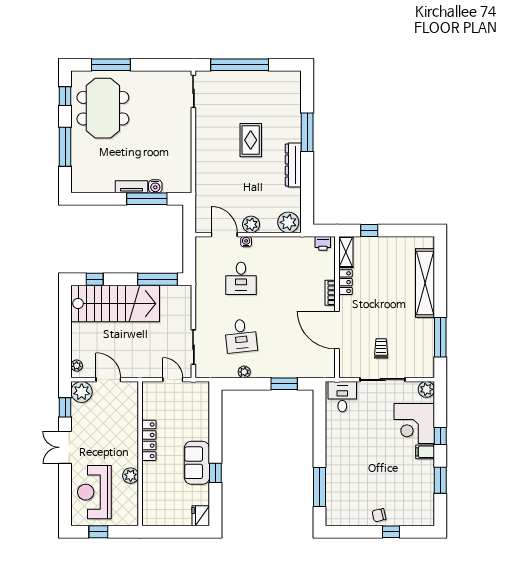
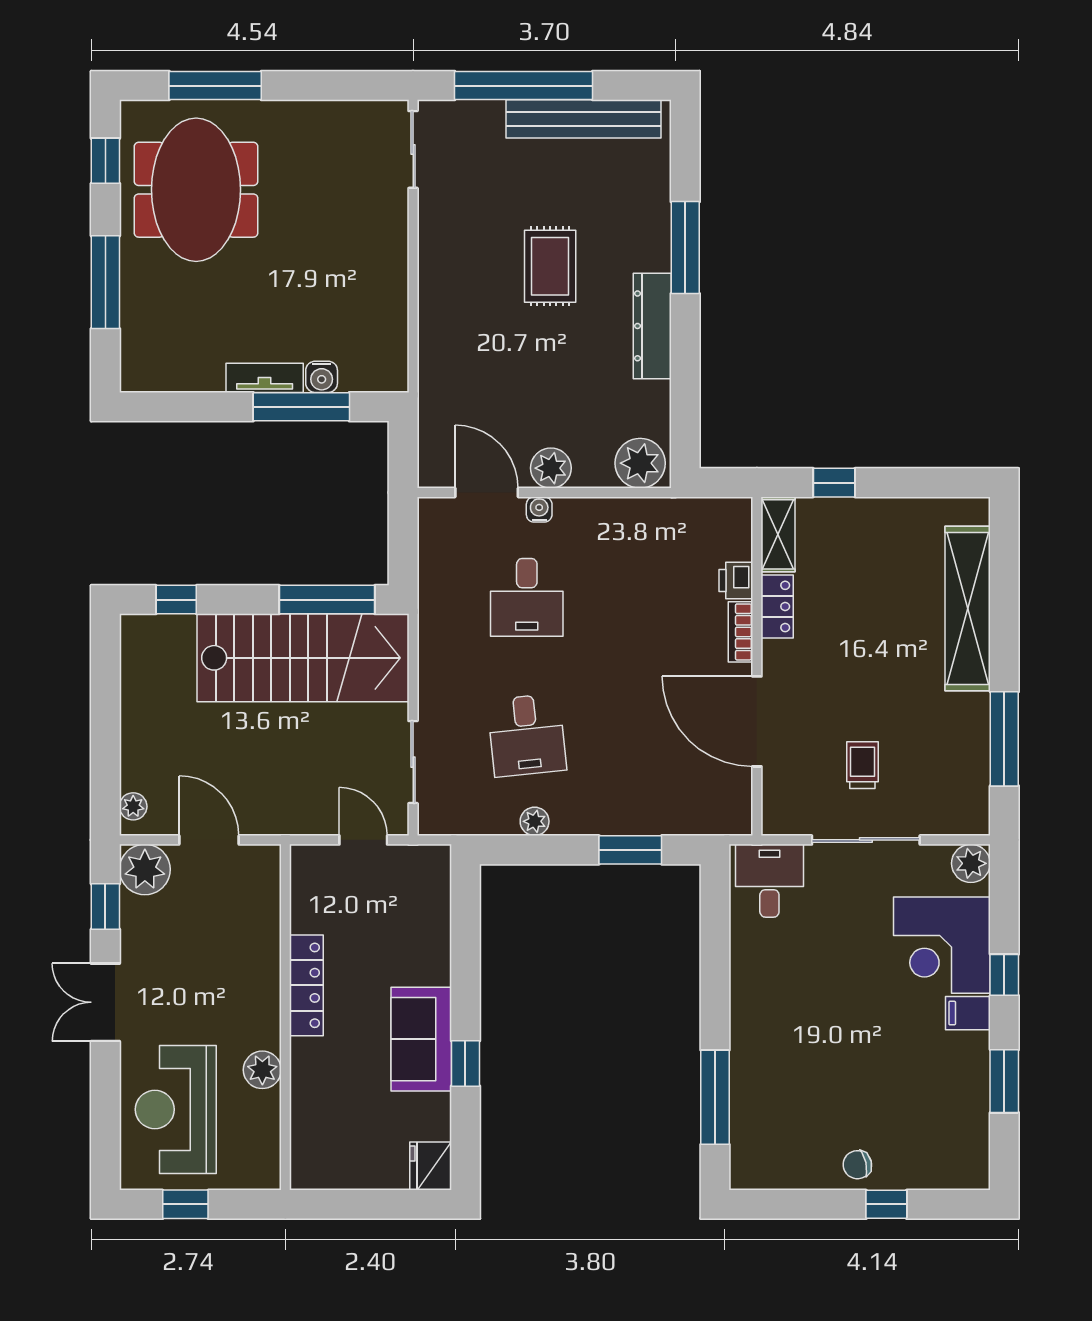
bench: (265, 79) -> (584, 119), added
printer: (323, 243) -> (736, 580), moved, turned 90
stairs: (115, 304) -> (303, 658), moved

